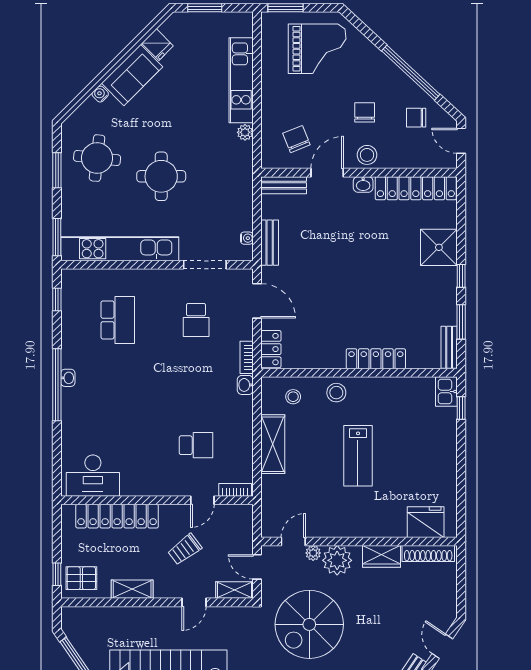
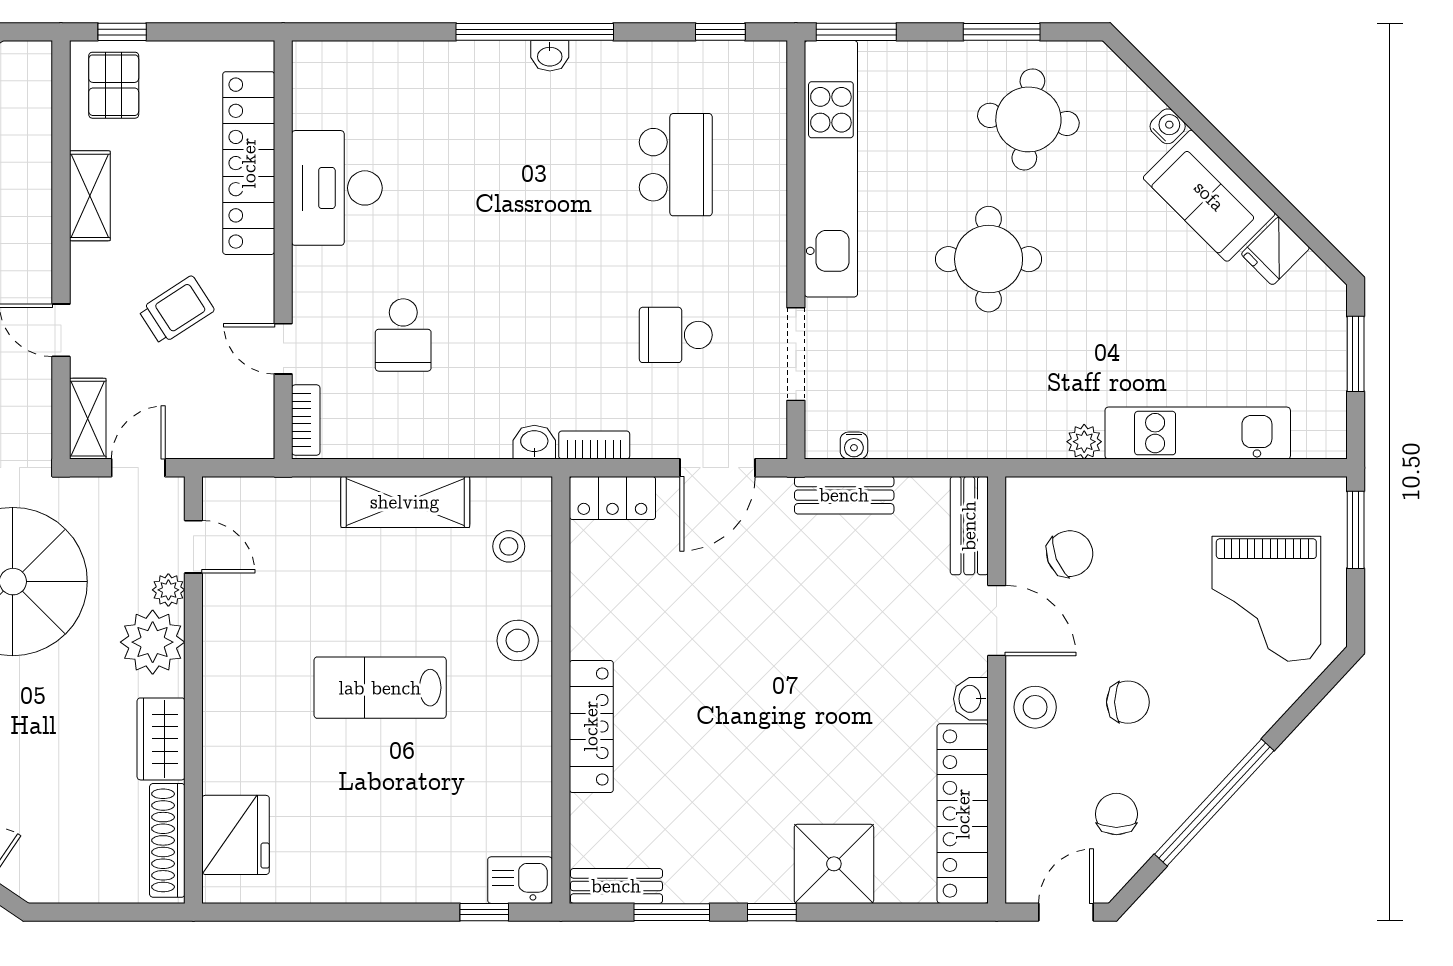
school desk: (118, 320) -> (676, 165), turned -90
desk: (93, 476) -> (337, 188), moved
trolley: (185, 549) -> (176, 310), turned 94

